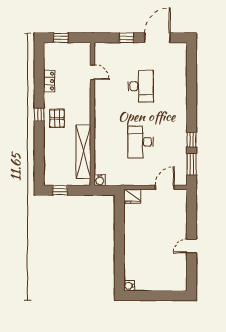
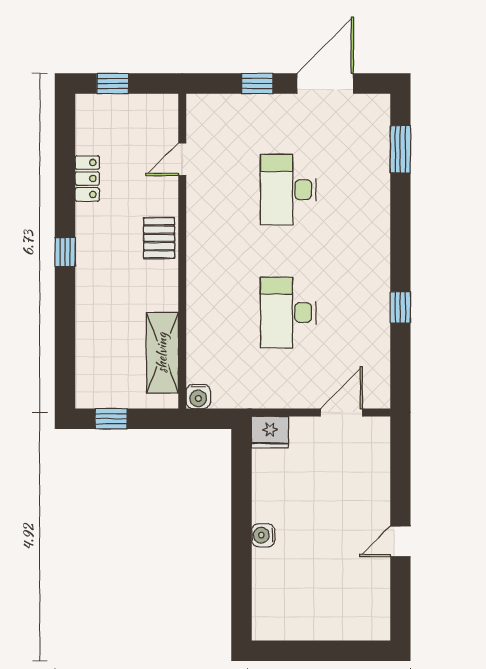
door: (92, 72) -> (182, 159), swing flipped
desk: (141, 86) -> (288, 190), turned 180
pallet: (57, 118) -> (159, 238), moved
shelving: (83, 152) -> (162, 353), width x0.68
window: (192, 164) -> (400, 149), moved
water cooler: (129, 286) -> (263, 535), moved

